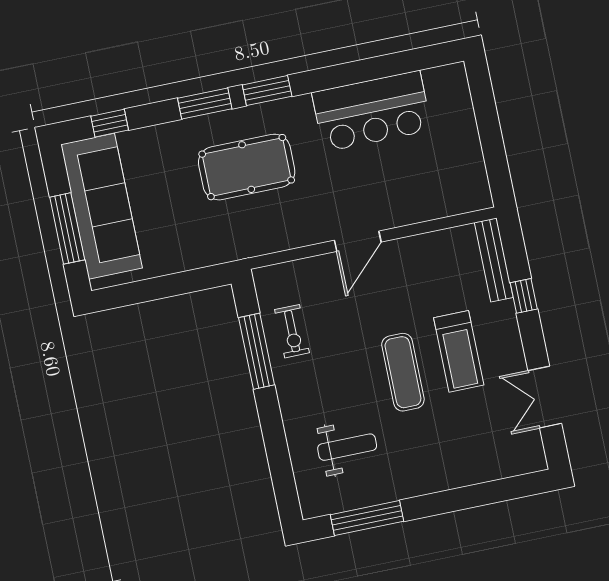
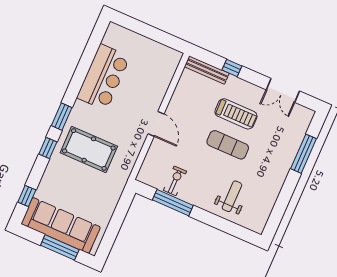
window: (205, 103) -> (48, 148), width x0.67
pool table: (247, 167) -> (89, 149), turned 90
exercise bike: (292, 331) -> (175, 181), turned -90
weight bench: (347, 447) -> (232, 196), moved
window: (367, 518) -> (304, 154), moved

